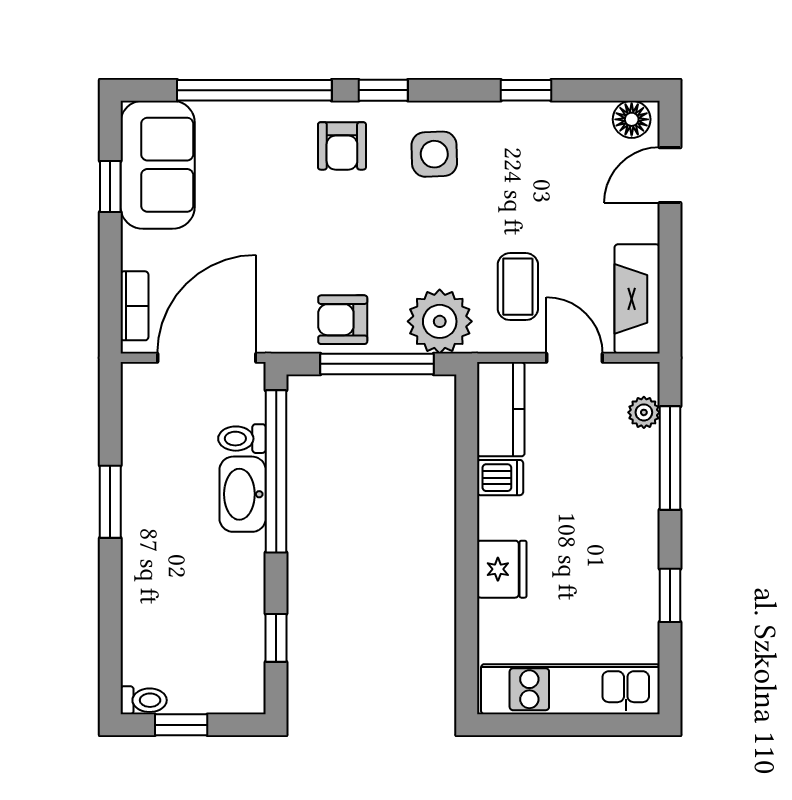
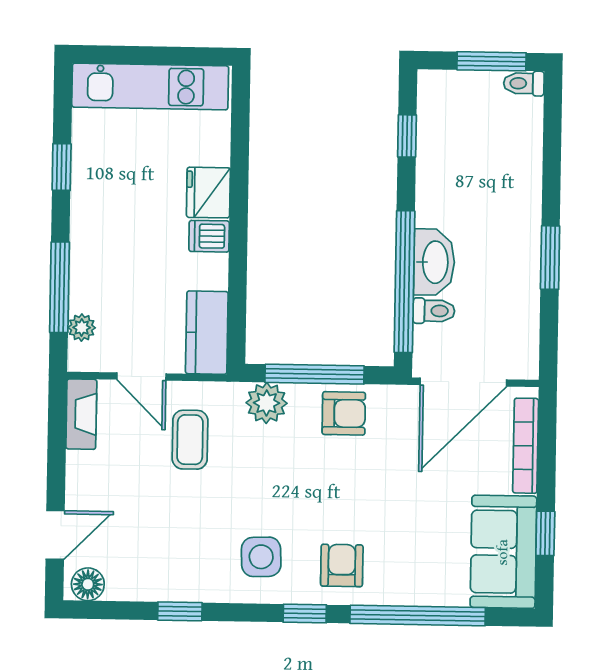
fireplace: (637, 299) -> (81, 414), width x0.73, depth x0.76
bookcase: (134, 306) -> (526, 446), width x1.56
plant: (440, 321) -> (267, 403), width x0.73, depth x0.73
dishwasher: (500, 478) -> (209, 236), moved
window: (181, 725) -> (491, 61), width x1.50

